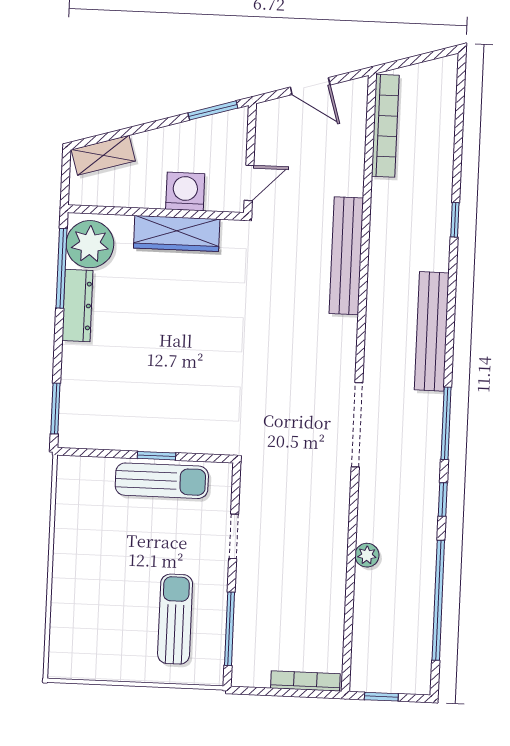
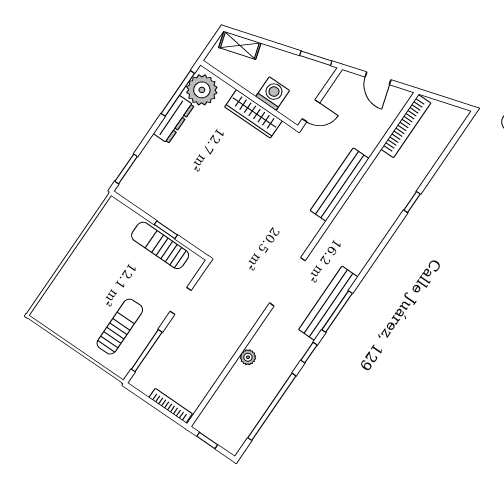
bench: (432, 331) -> (328, 303), moved
sun lounger: (162, 481) -> (160, 245), turned 180

